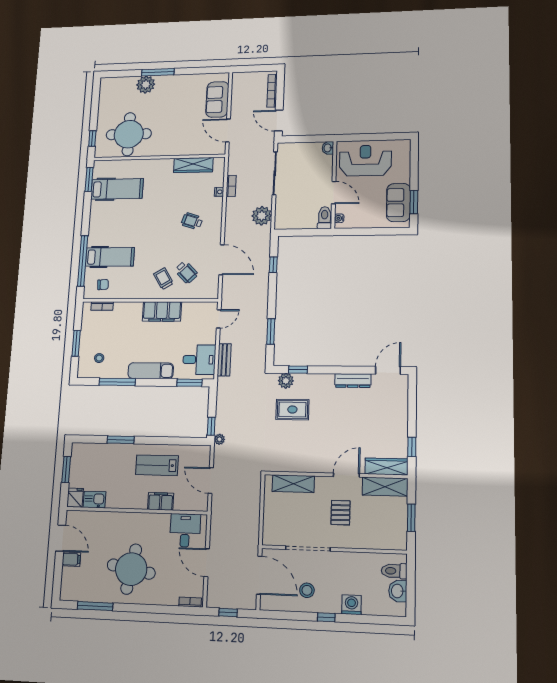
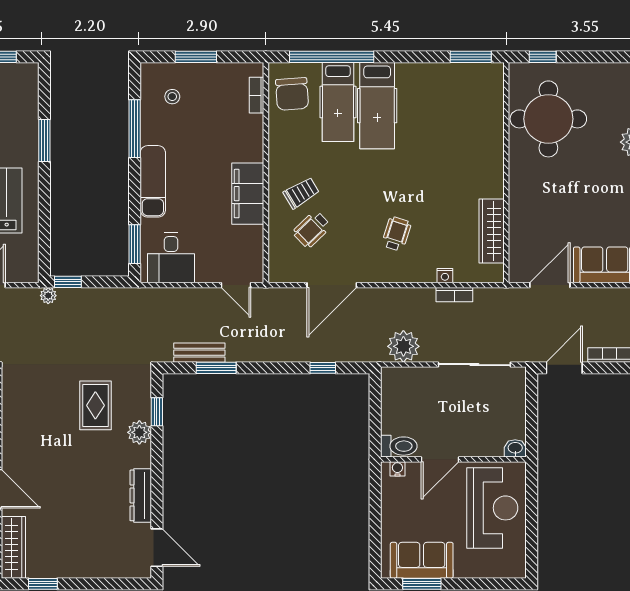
hospital bed: (117, 189) -> (377, 106), moved
chair: (103, 285) -> (292, 94), width x1.87, depth x1.87
bench: (224, 360) -> (199, 353), moved
plant: (286, 381) -> (139, 432), moved

